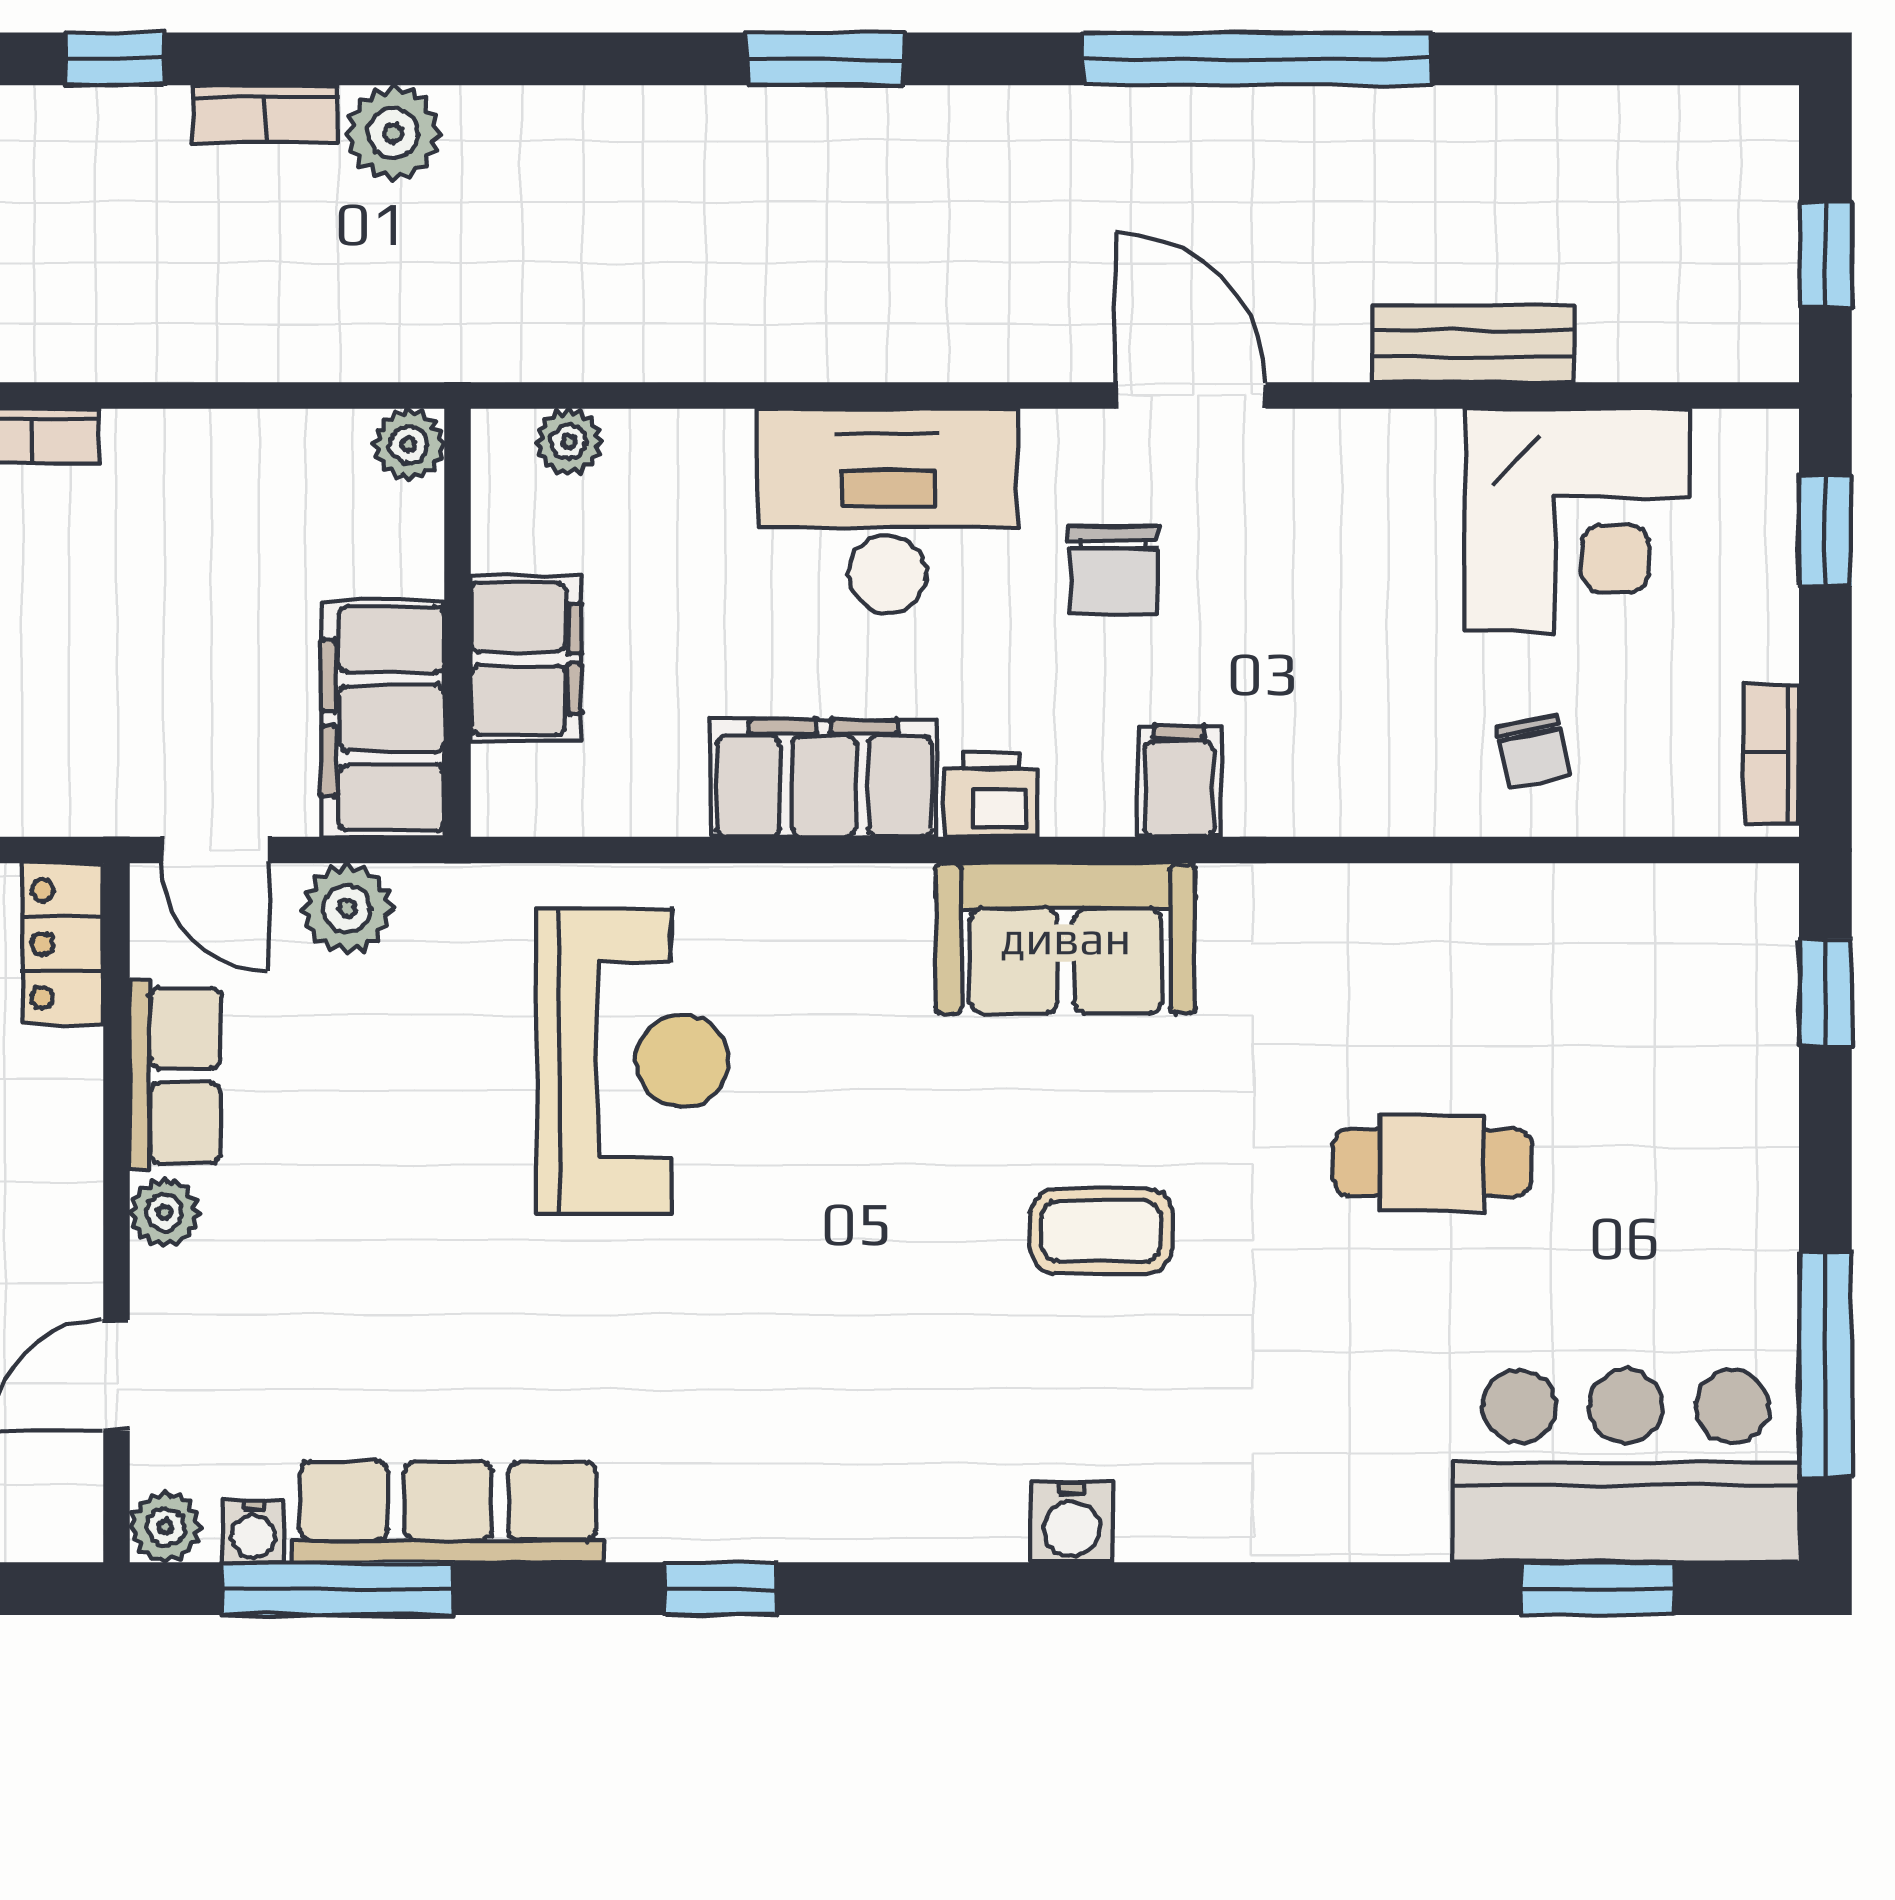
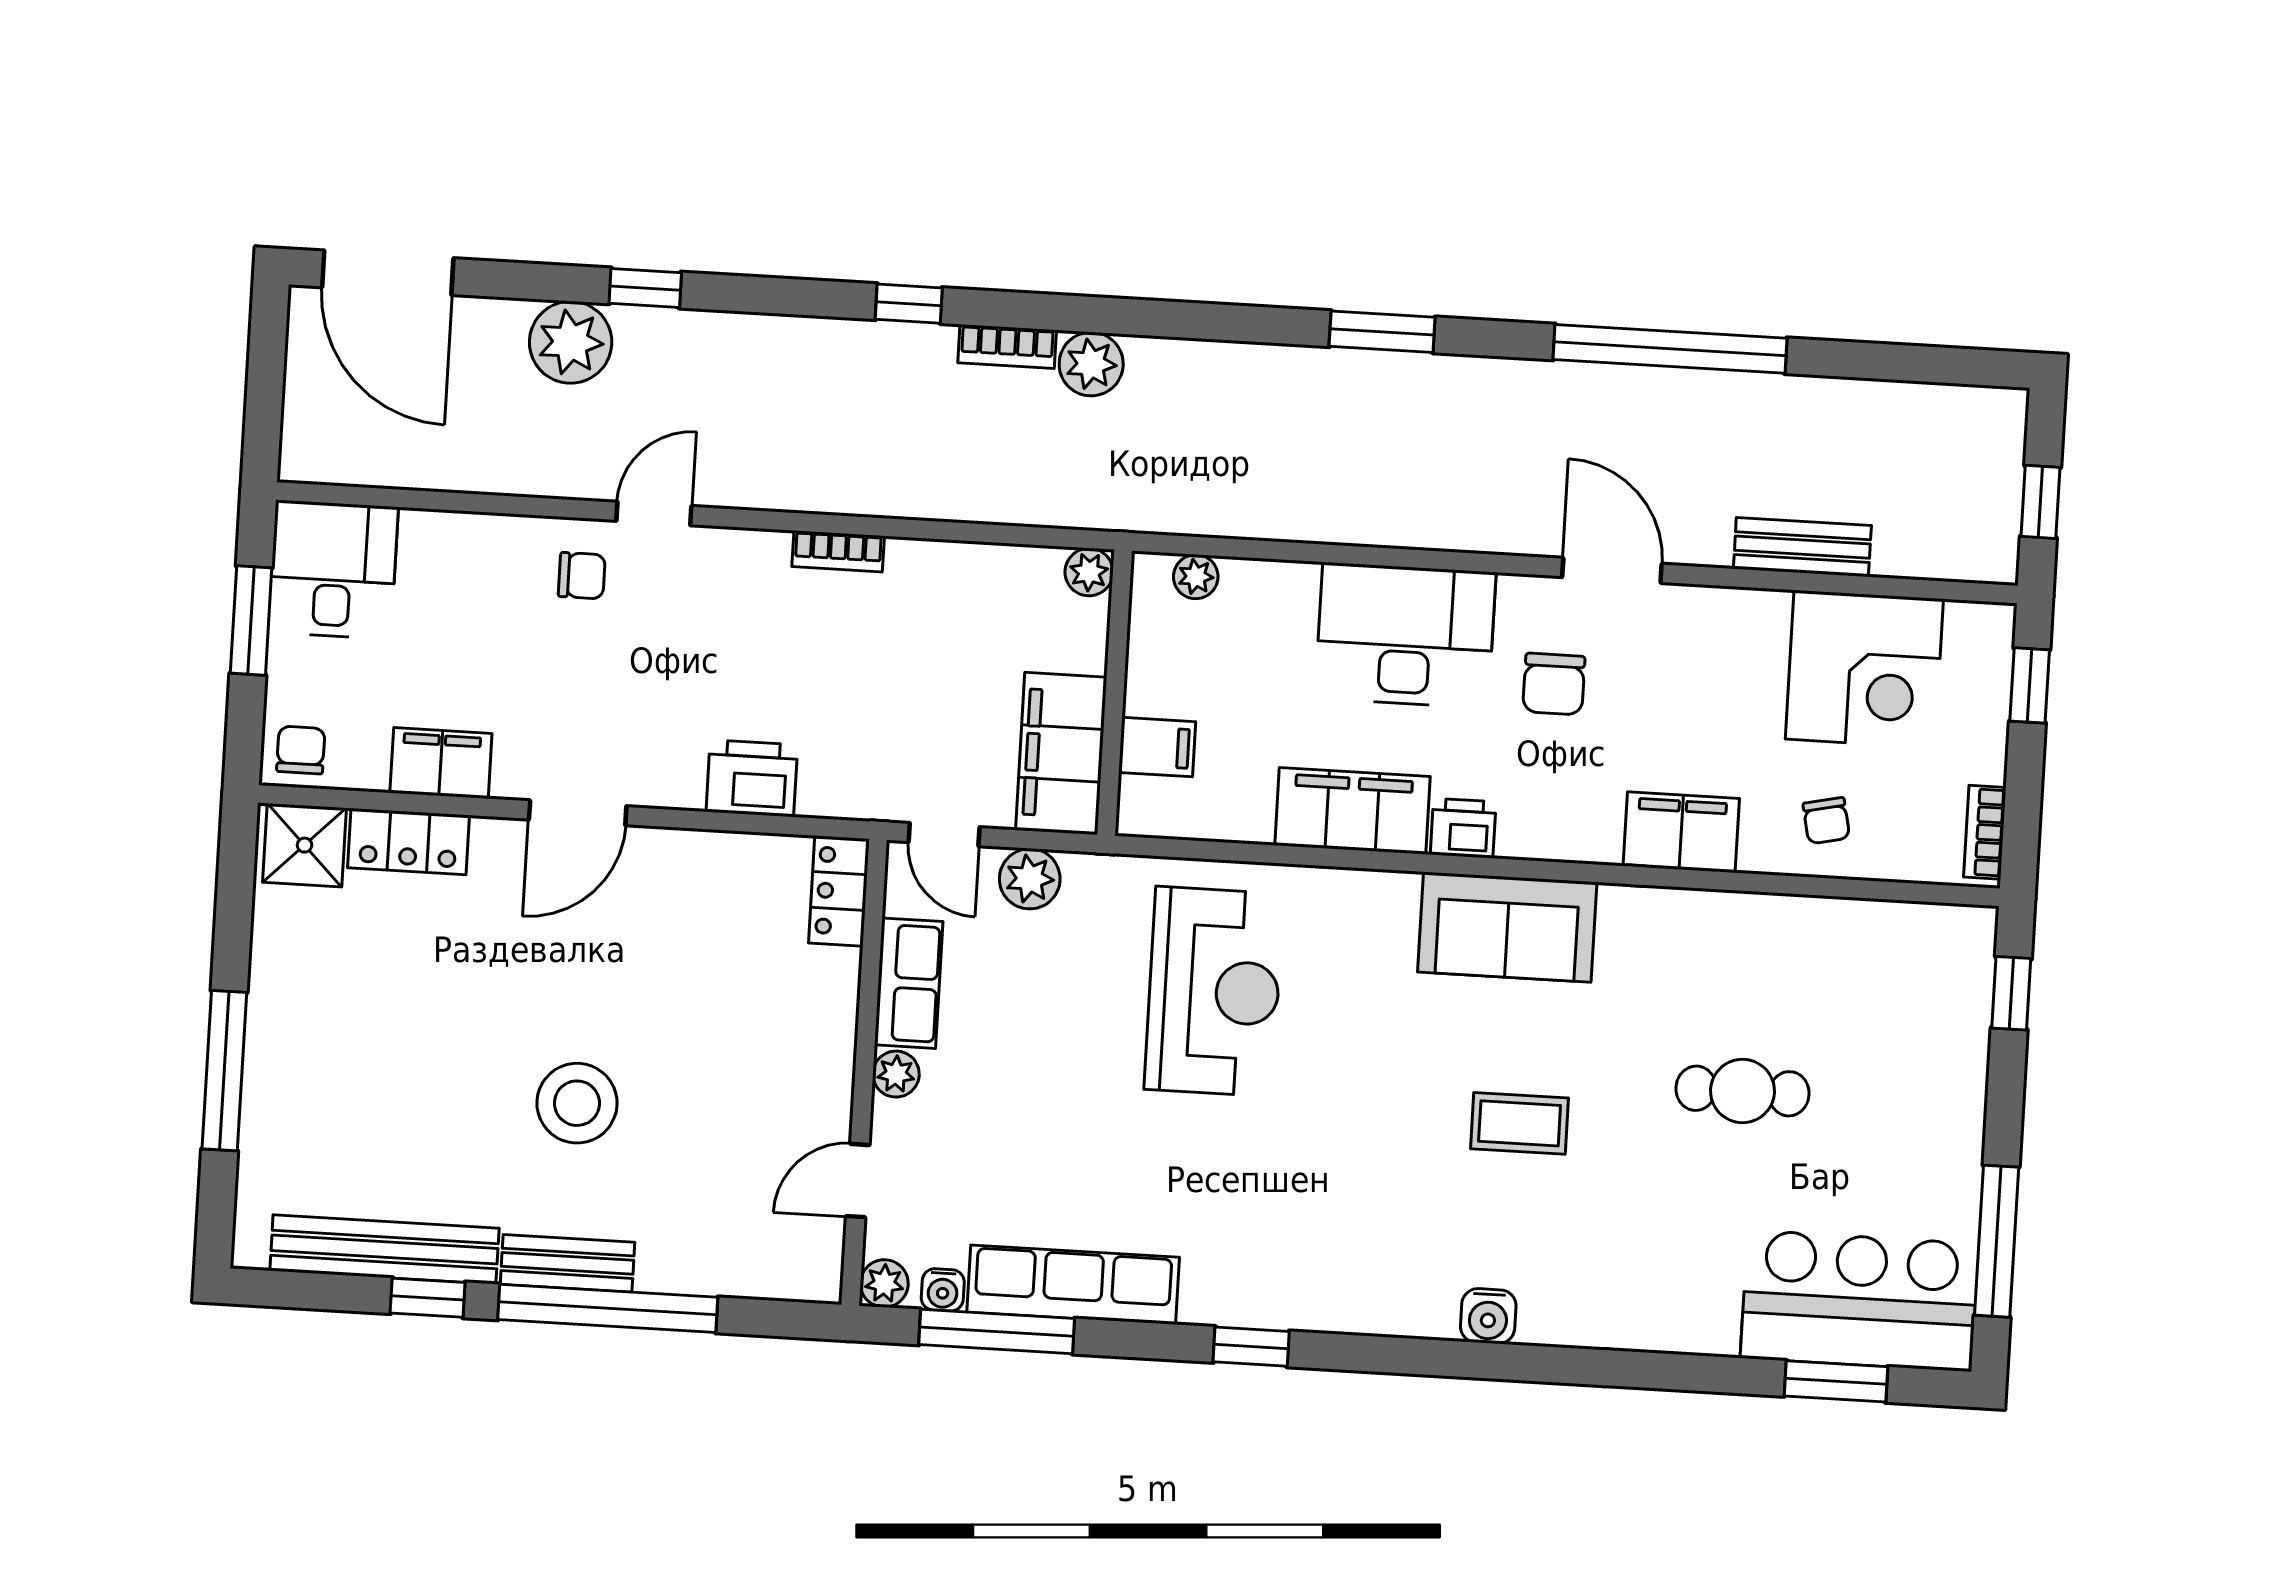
filing cabinet: (526, 659) -> (1157, 747), width x0.50
filing cabinet: (1179, 781) -> (1681, 832), moved, width x2.00

